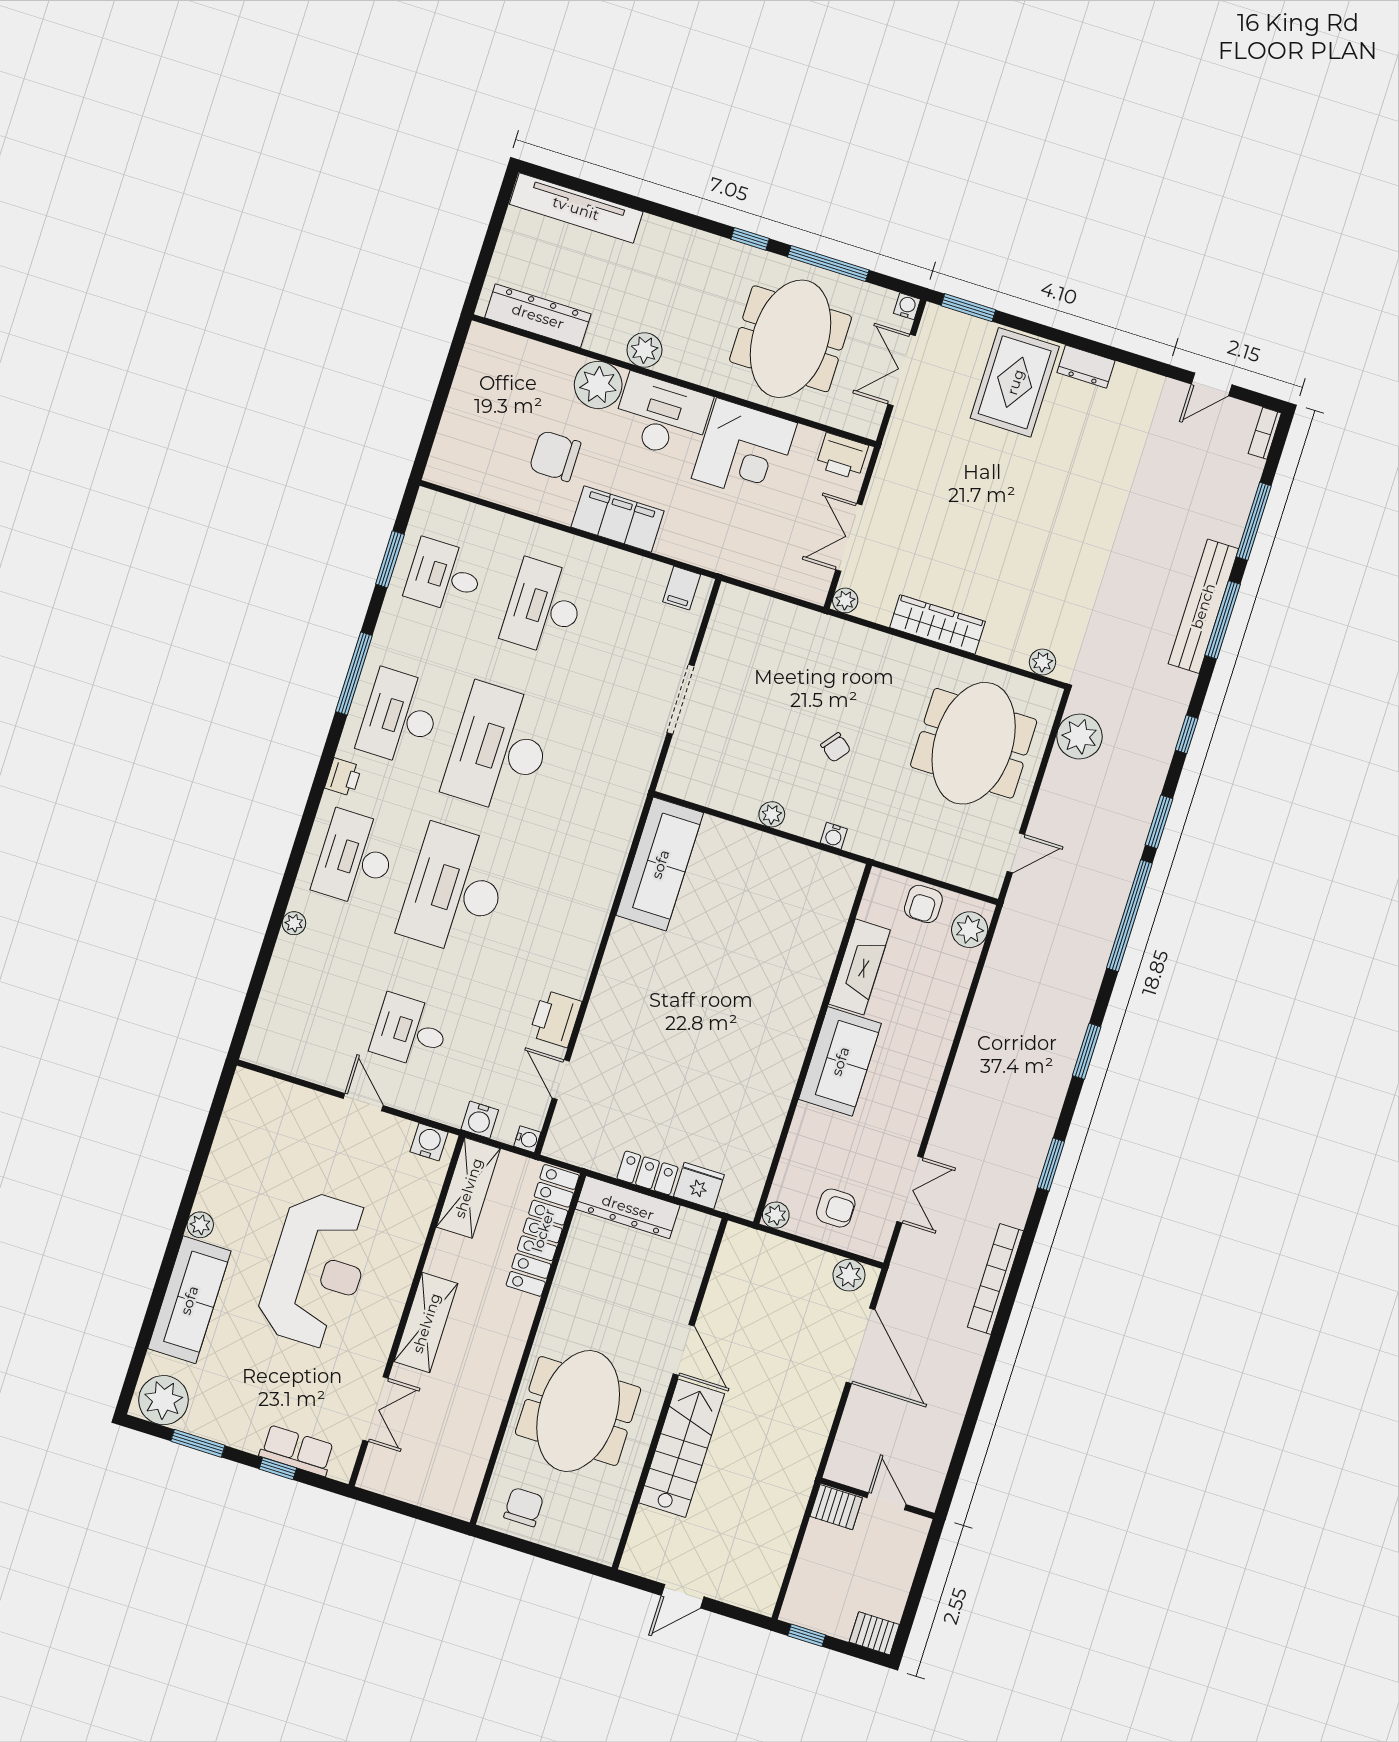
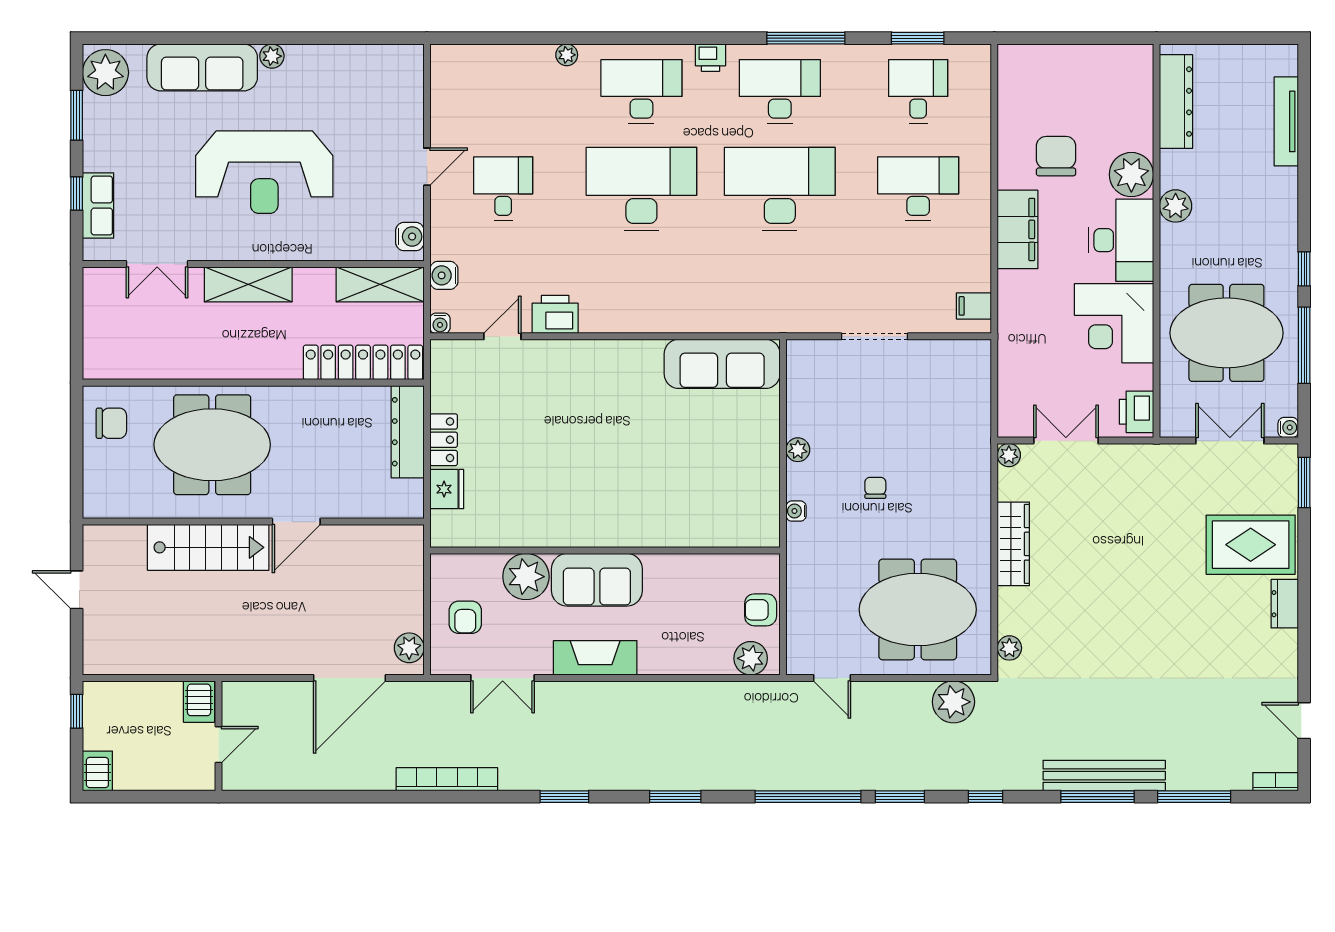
tv unit: (576, 208) -> (1286, 121), width x0.73, depth x0.78
chair: (836, 747) -> (875, 488), turned 142
fireplace: (859, 967) -> (595, 658), moved, turned 180
plant: (776, 1215) -> (526, 577), moved, width x1.87, depth x1.87

